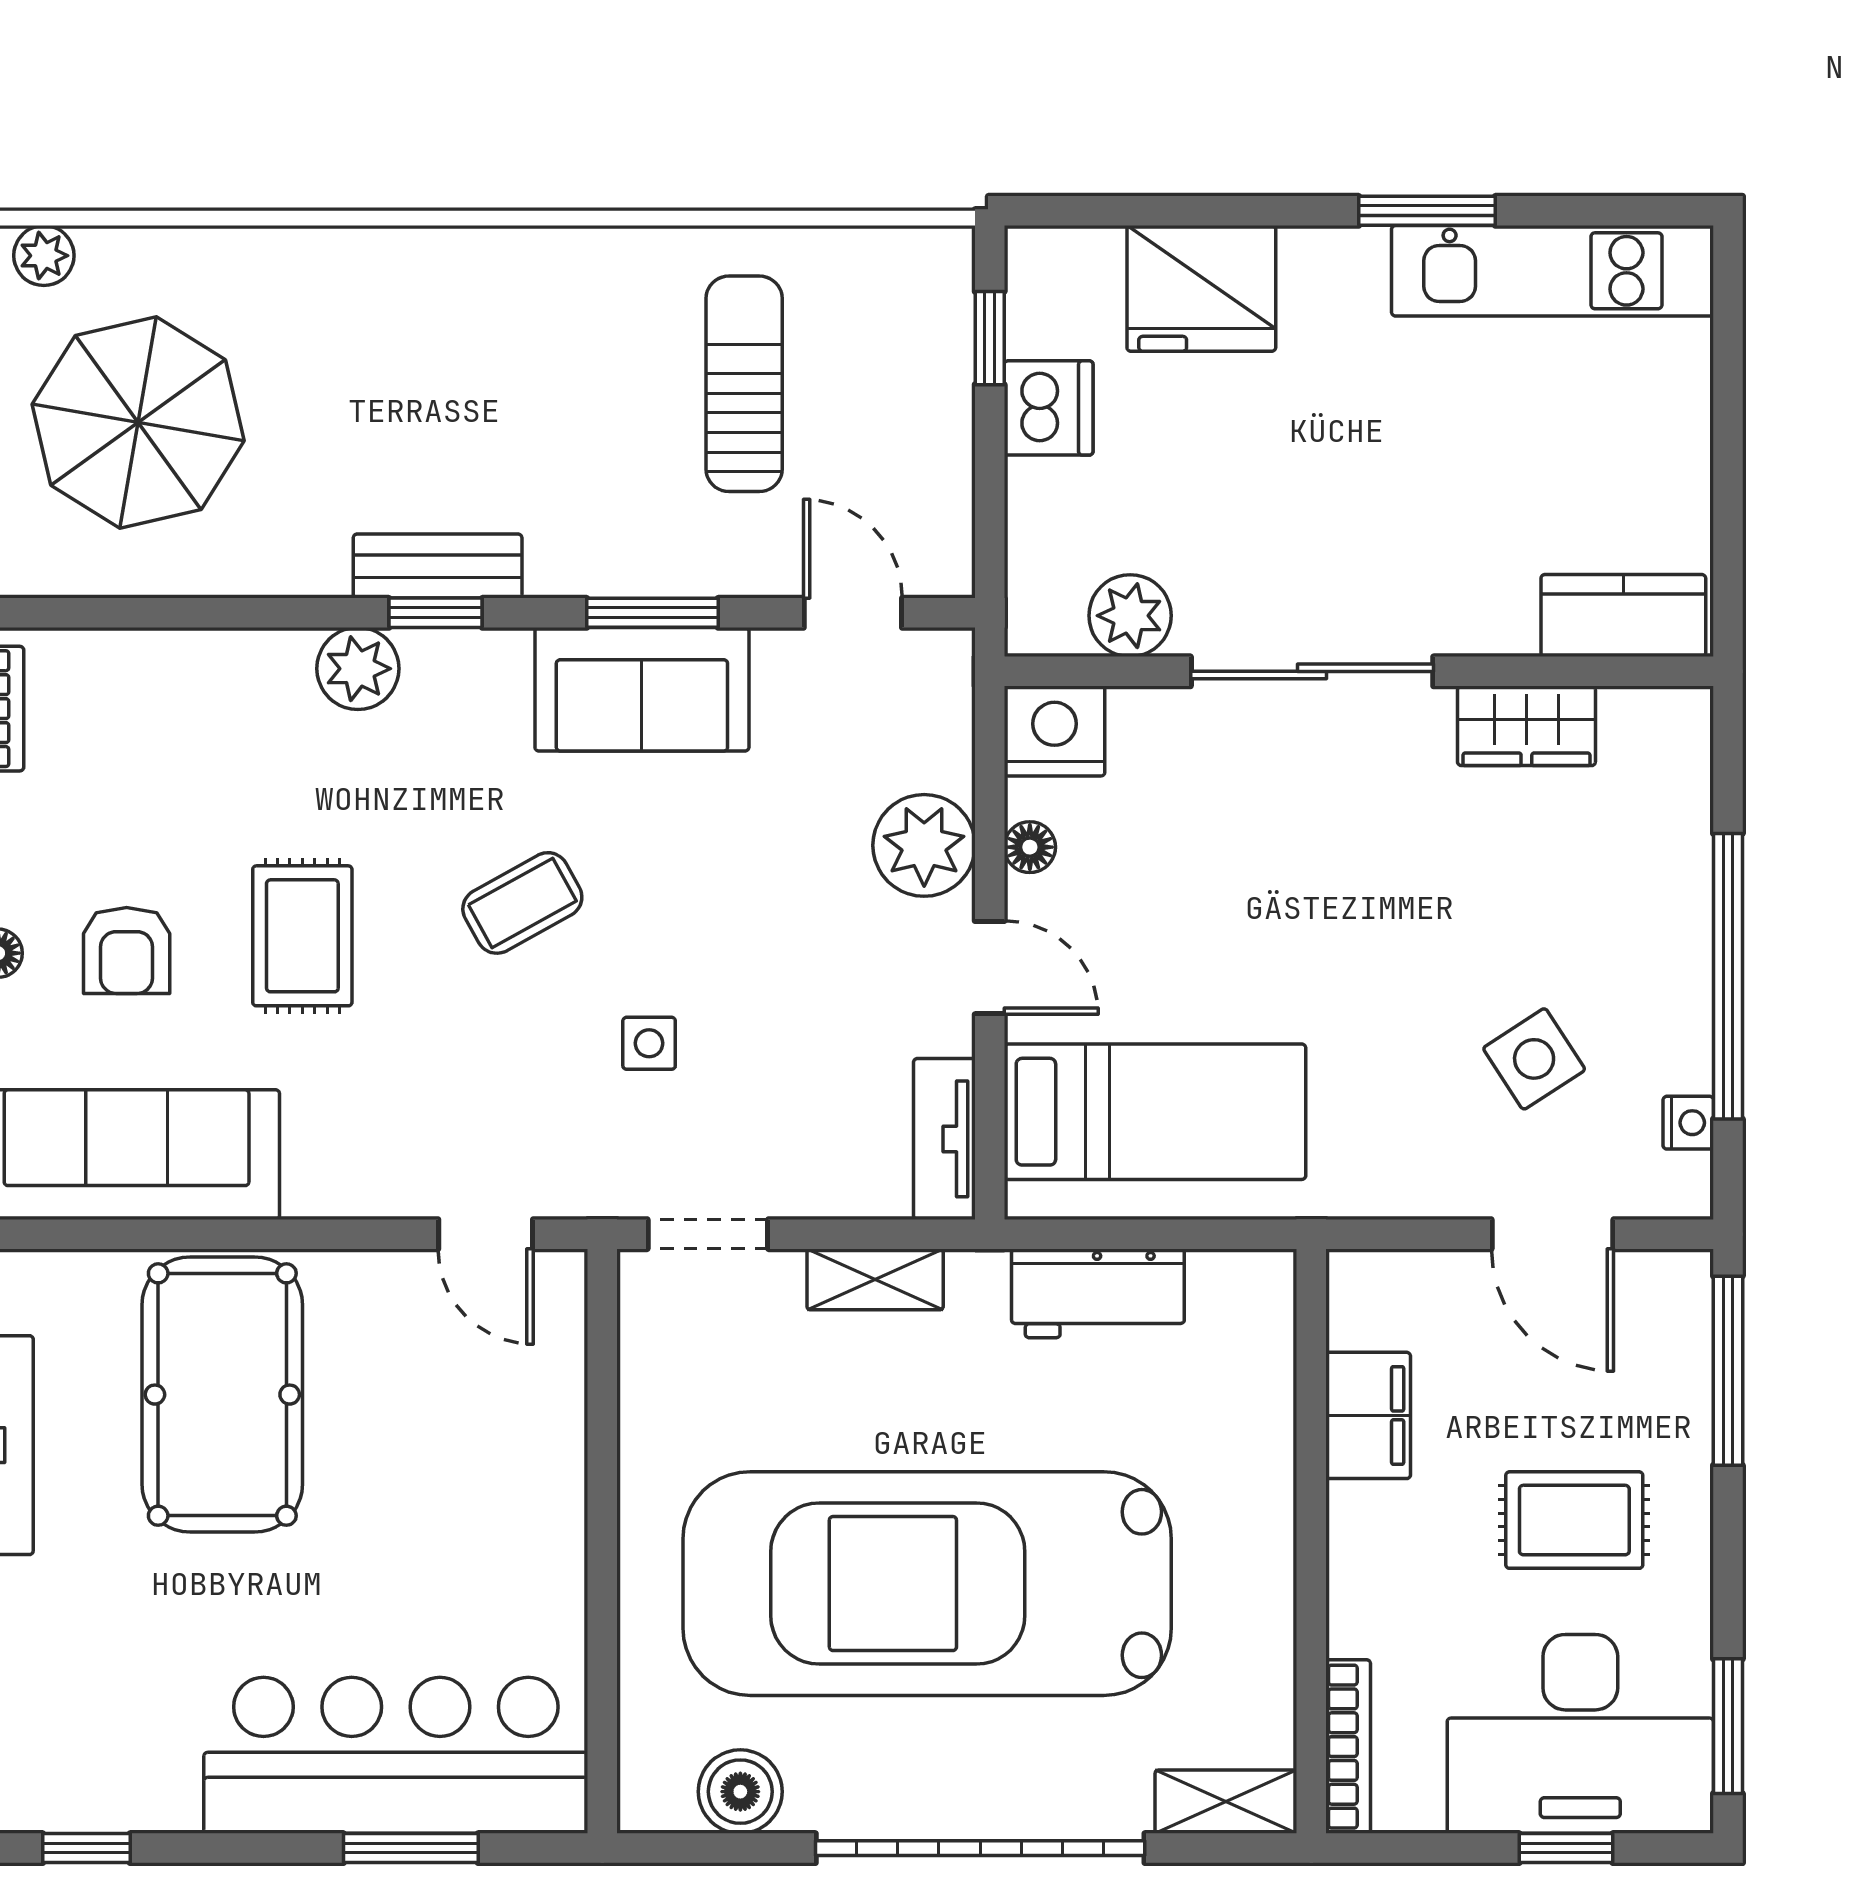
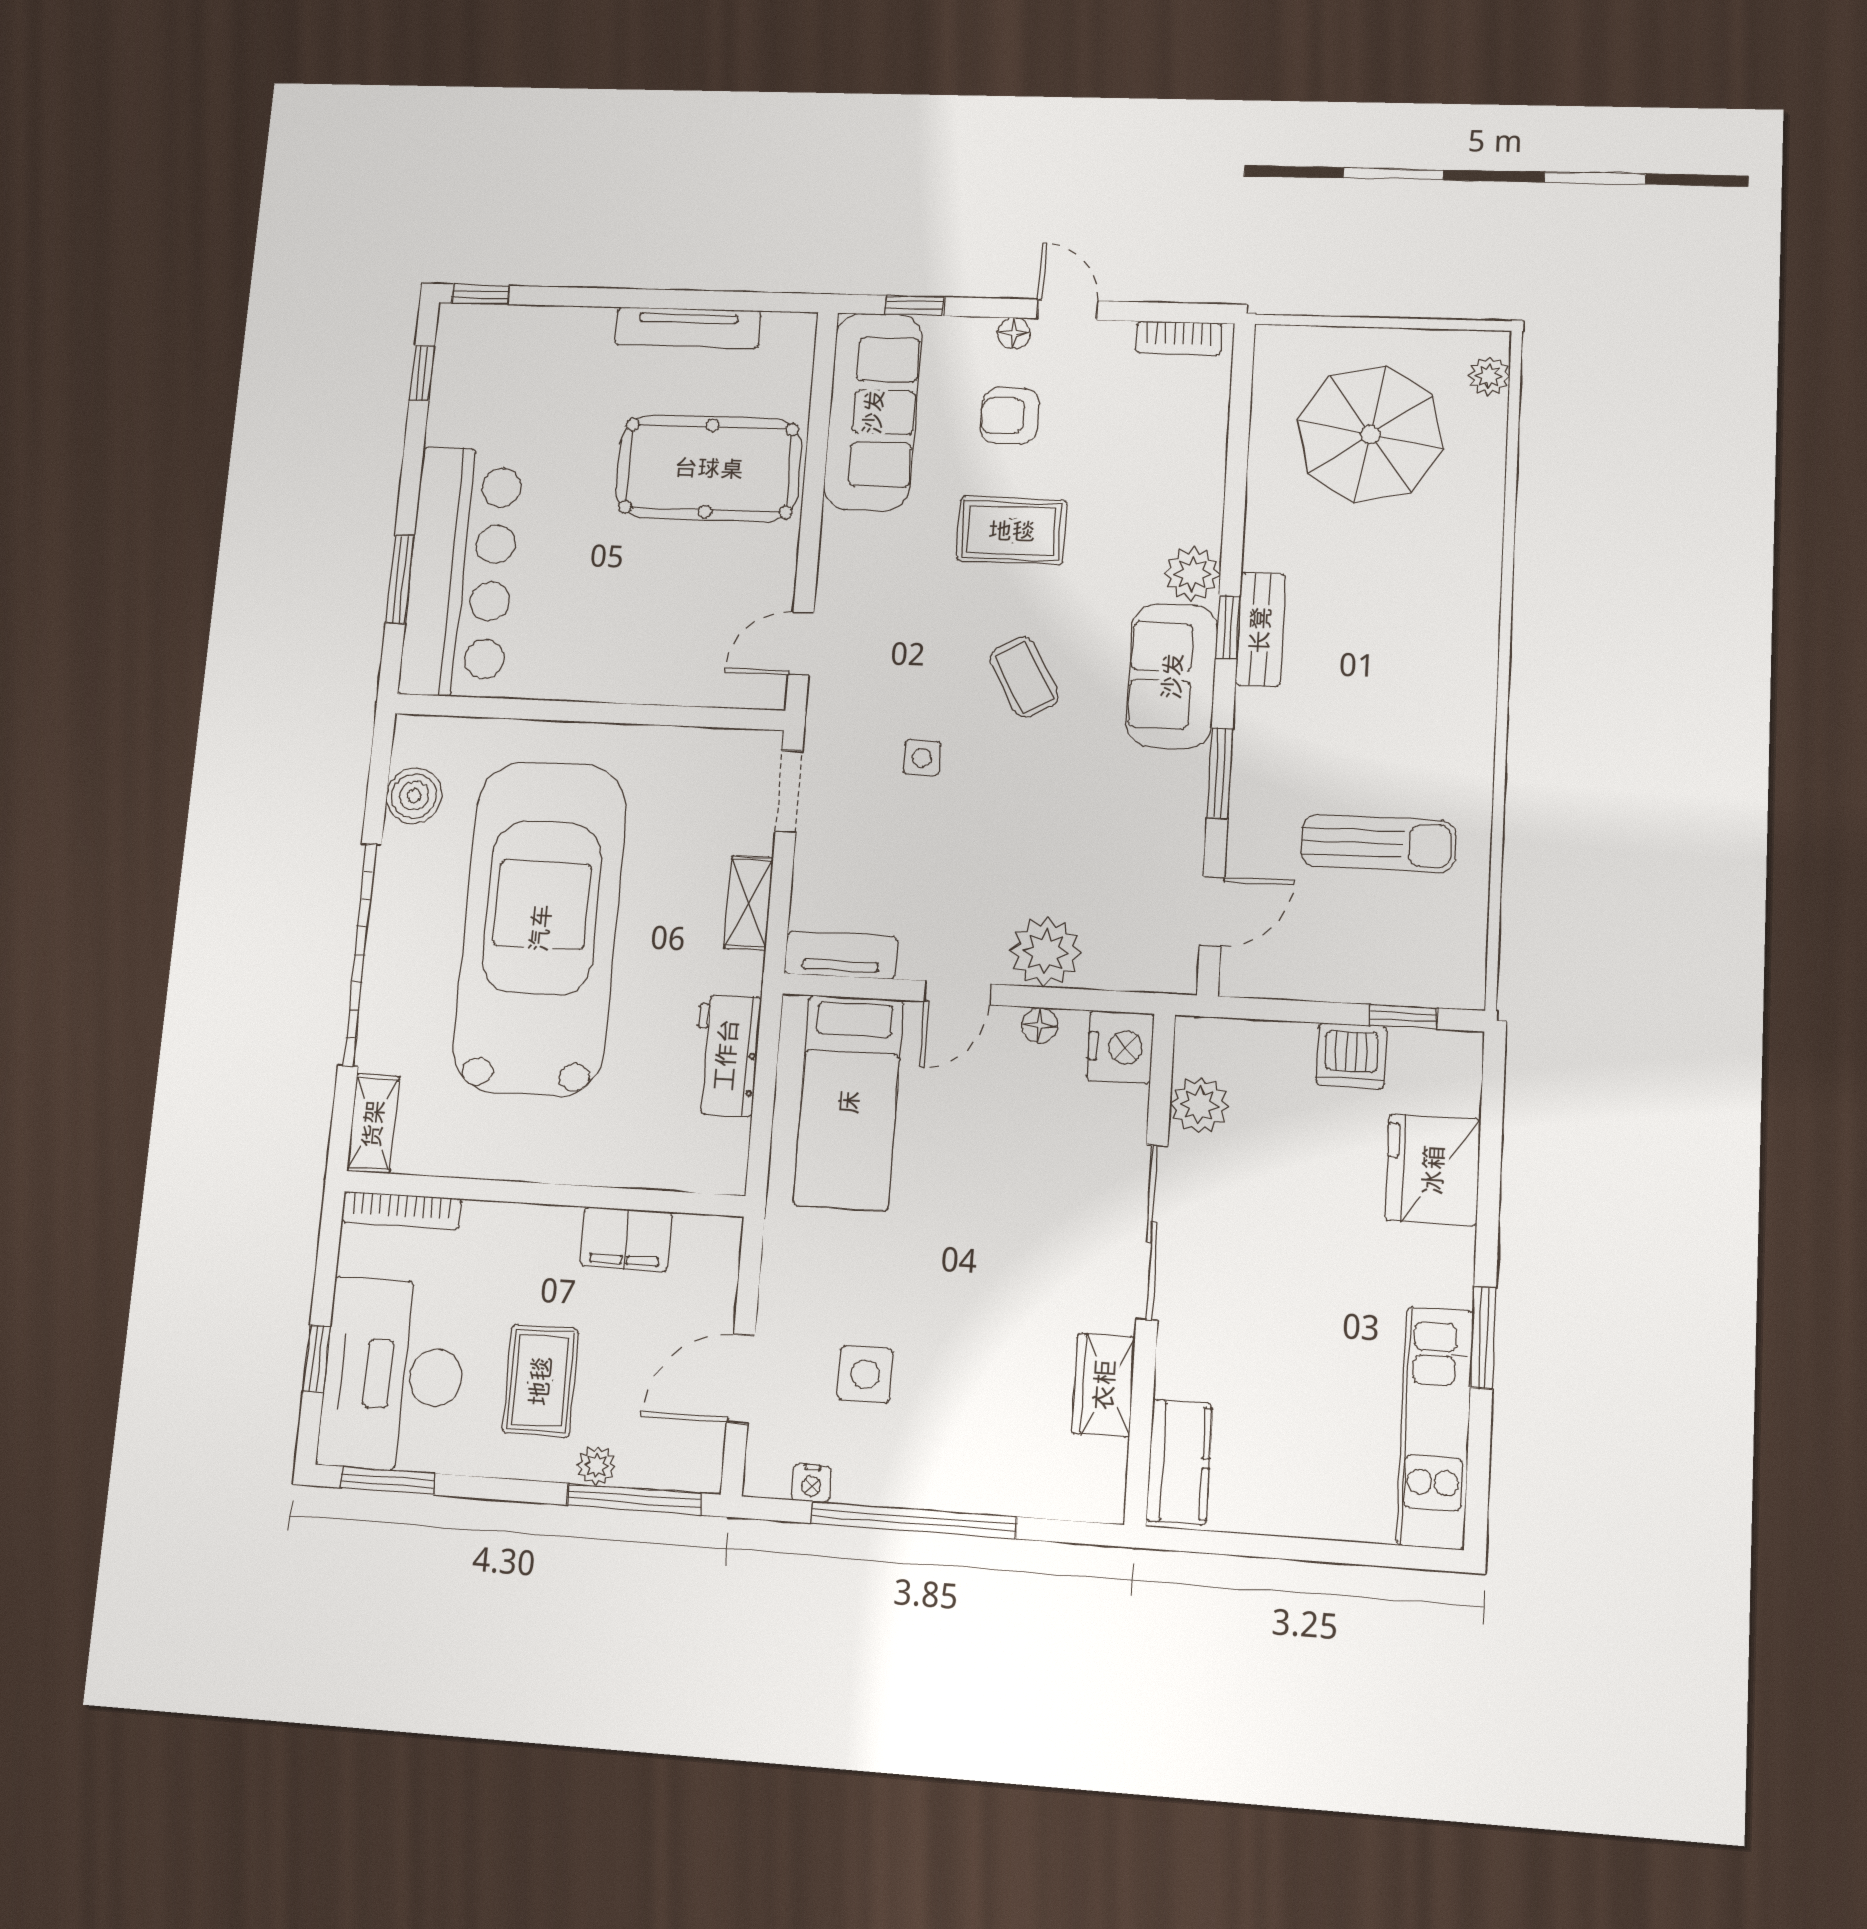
sofa: (642, 689) -> (1172, 676), moved
side table: (1534, 1059) -> (865, 1374), turned 33
plant: (1686, 1429) -> (596, 1466), added

